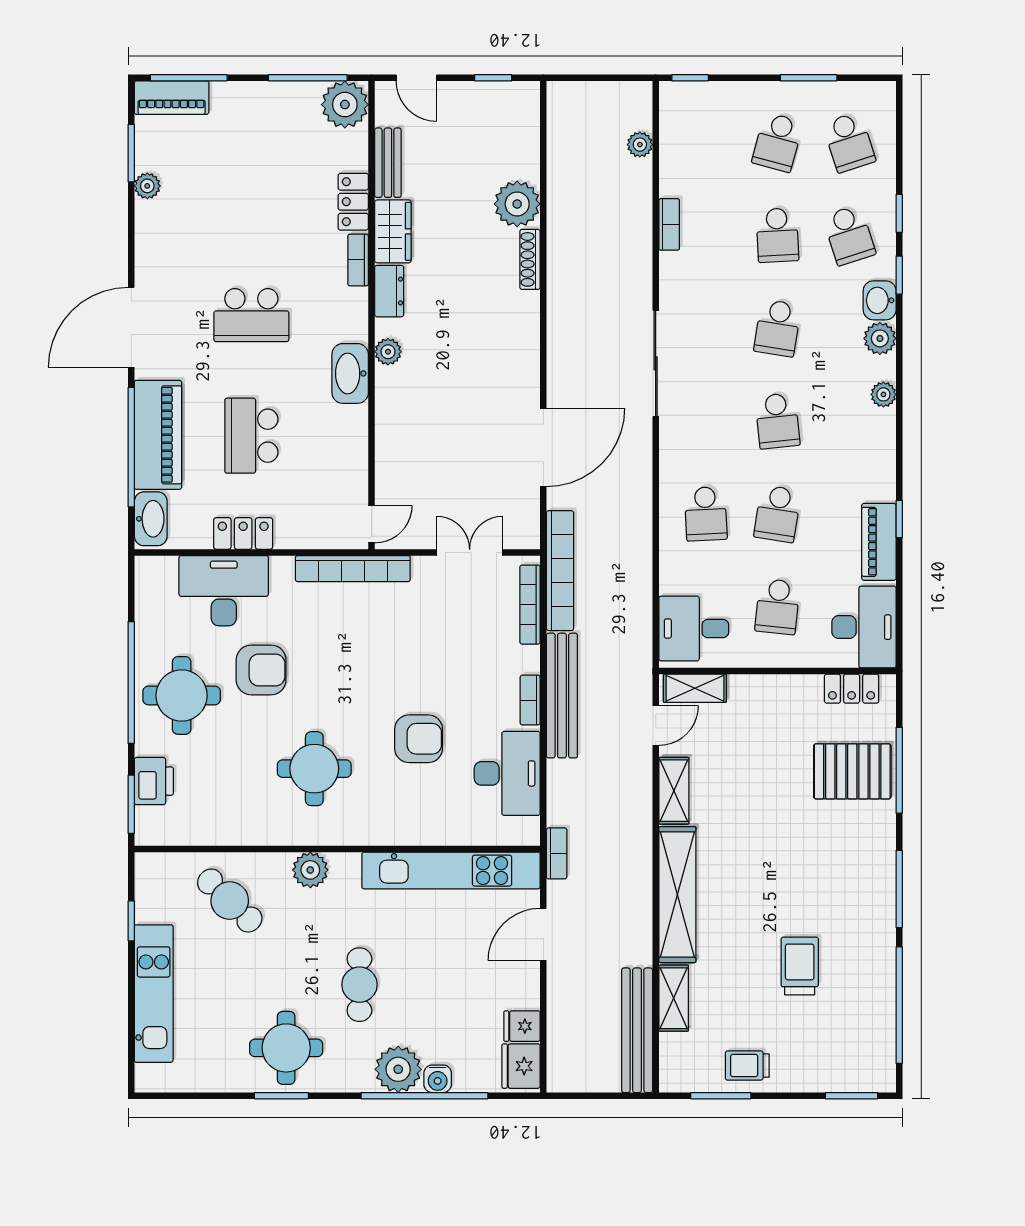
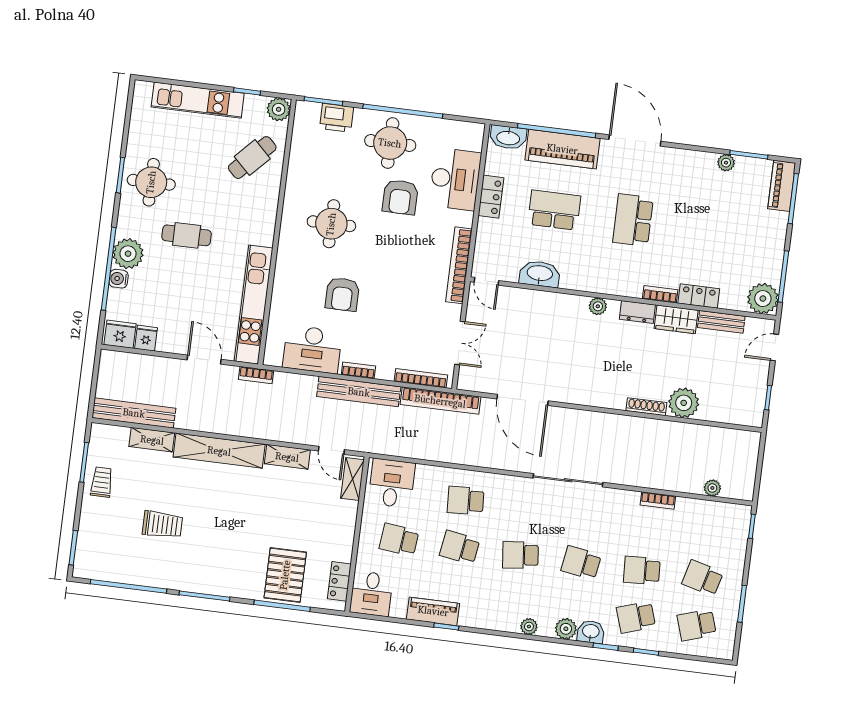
washbasin: (350, 373) -> (540, 274), moved
desk: (864, 627) -> (371, 594), width x0.73
plant: (310, 870) -> (279, 109), moved

